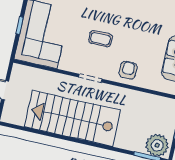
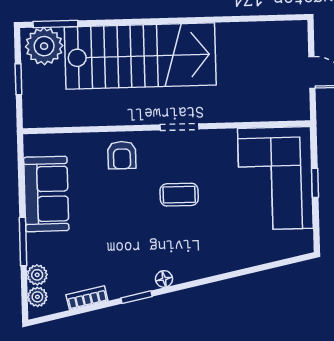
stairs: (72, 118) -> (140, 56), moved

